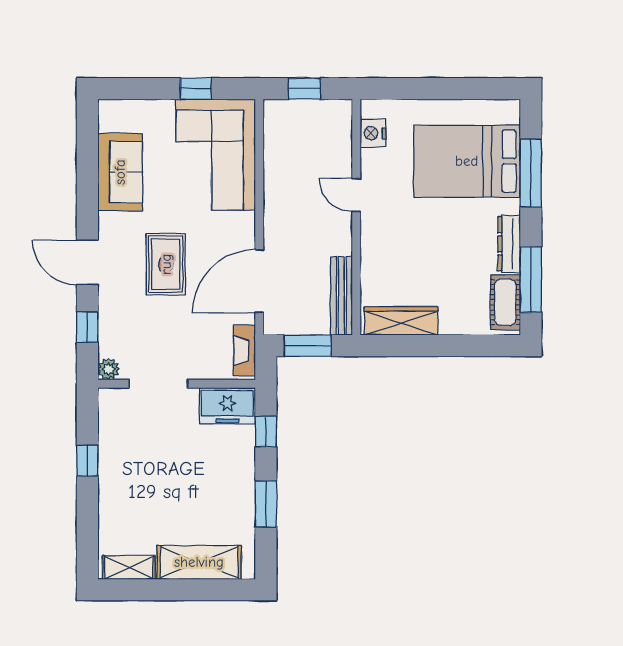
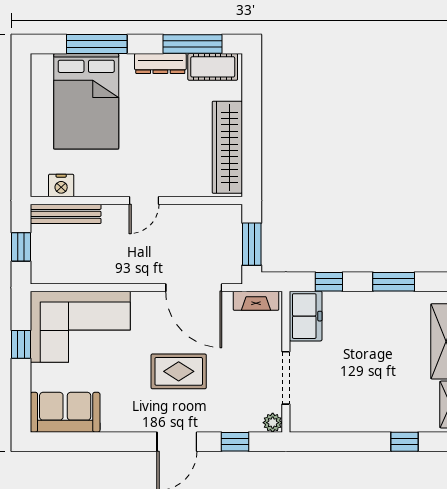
sofa: (120, 172) -> (65, 412), moved
door: (356, 195) -> (144, 200), moved
bench: (341, 296) -> (66, 214), moved
wardrobe: (401, 321) -> (227, 147), width x1.40, depth x1.17
window: (87, 461) -> (404, 442), moved

